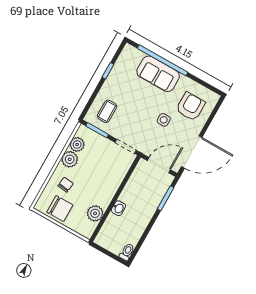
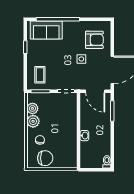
sofa: (158, 74) -> (46, 30), moved
armchair: (191, 107) -> (94, 40), turned 90
door: (159, 165) -> (95, 91), swing flipped
plant: (95, 213) -> (71, 148), removed

